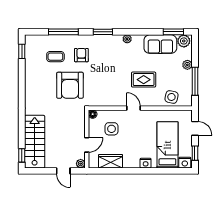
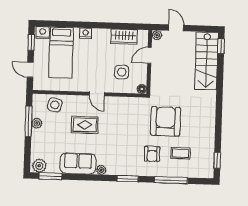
sofa: (160, 44) -> (78, 164), moved
plant: (187, 65) -> (37, 123), moved

